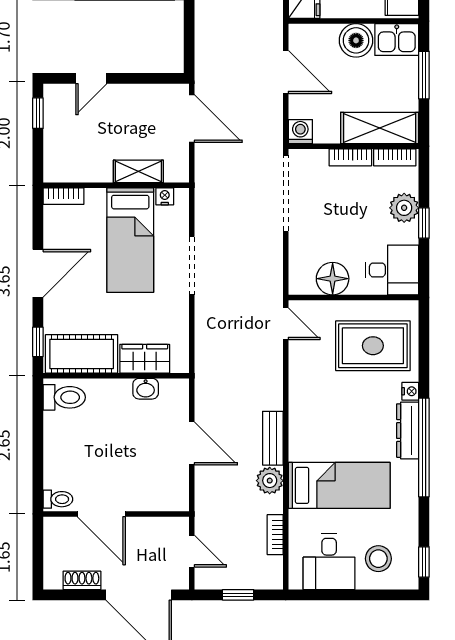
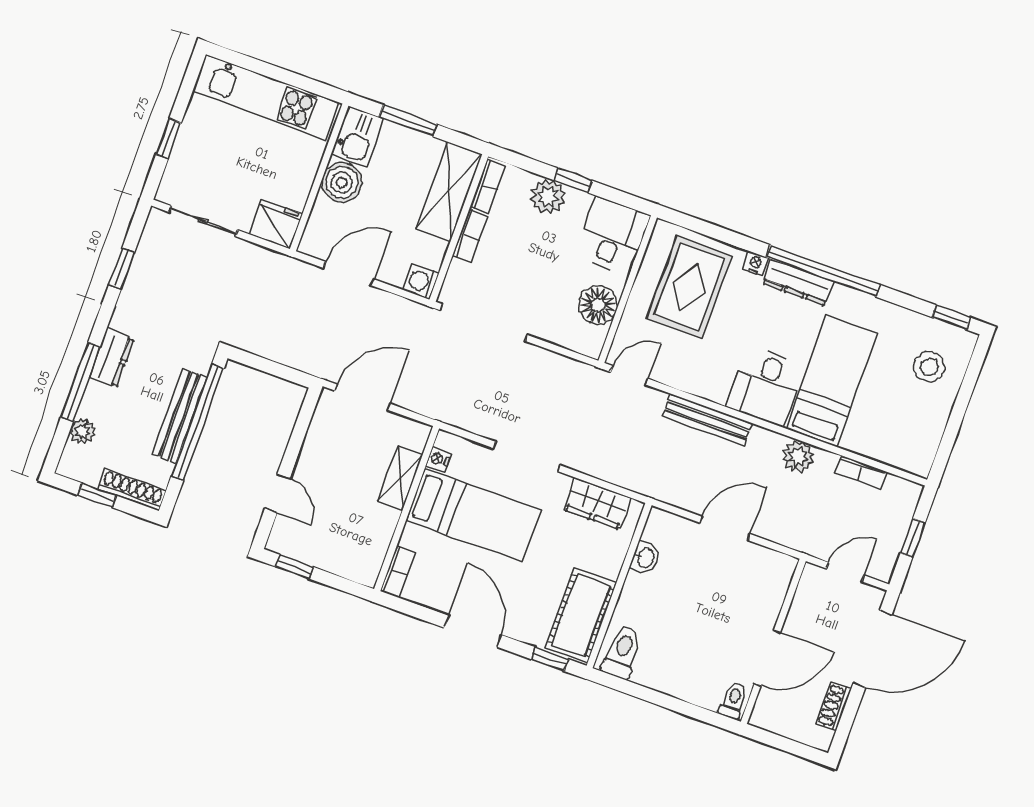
wardrobe: (145, 359) -> (597, 504), moved, turned -90
bench: (273, 438) -> (707, 420), moved, width x1.36
desk: (329, 562) -> (765, 386), moved, turned 90

